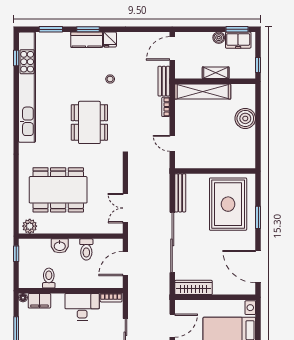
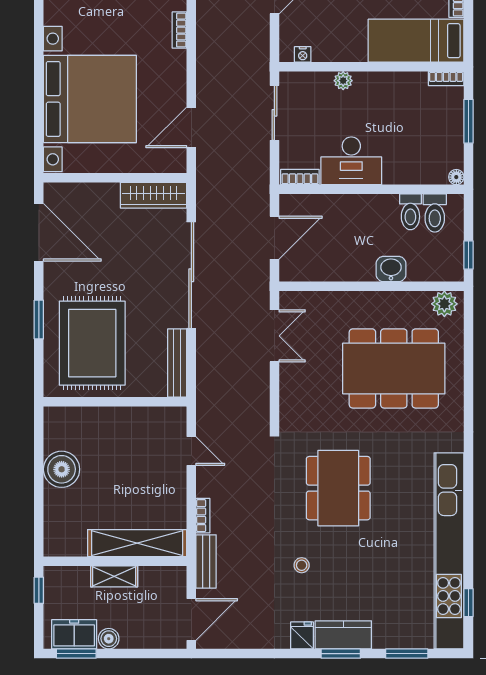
boiler: (245, 118) -> (62, 469), moved
toilet: (86, 249) -> (435, 213), moved, turned 180
filing cabinet: (39, 301) -> (427, 171), removed

